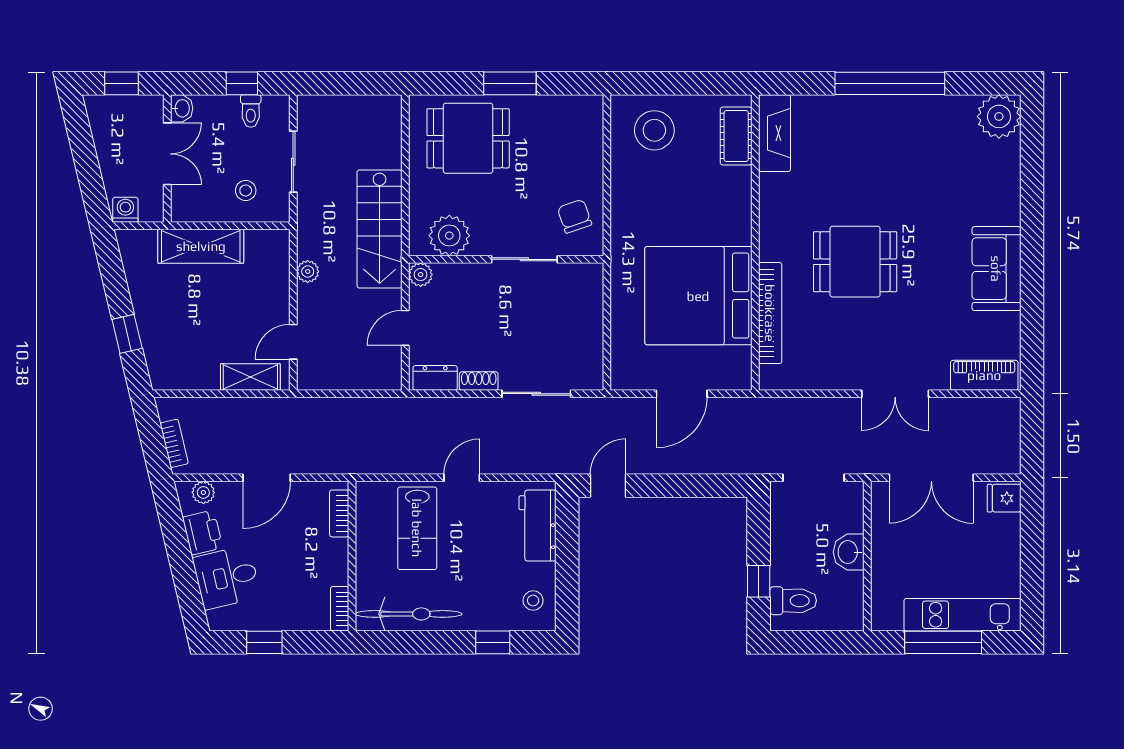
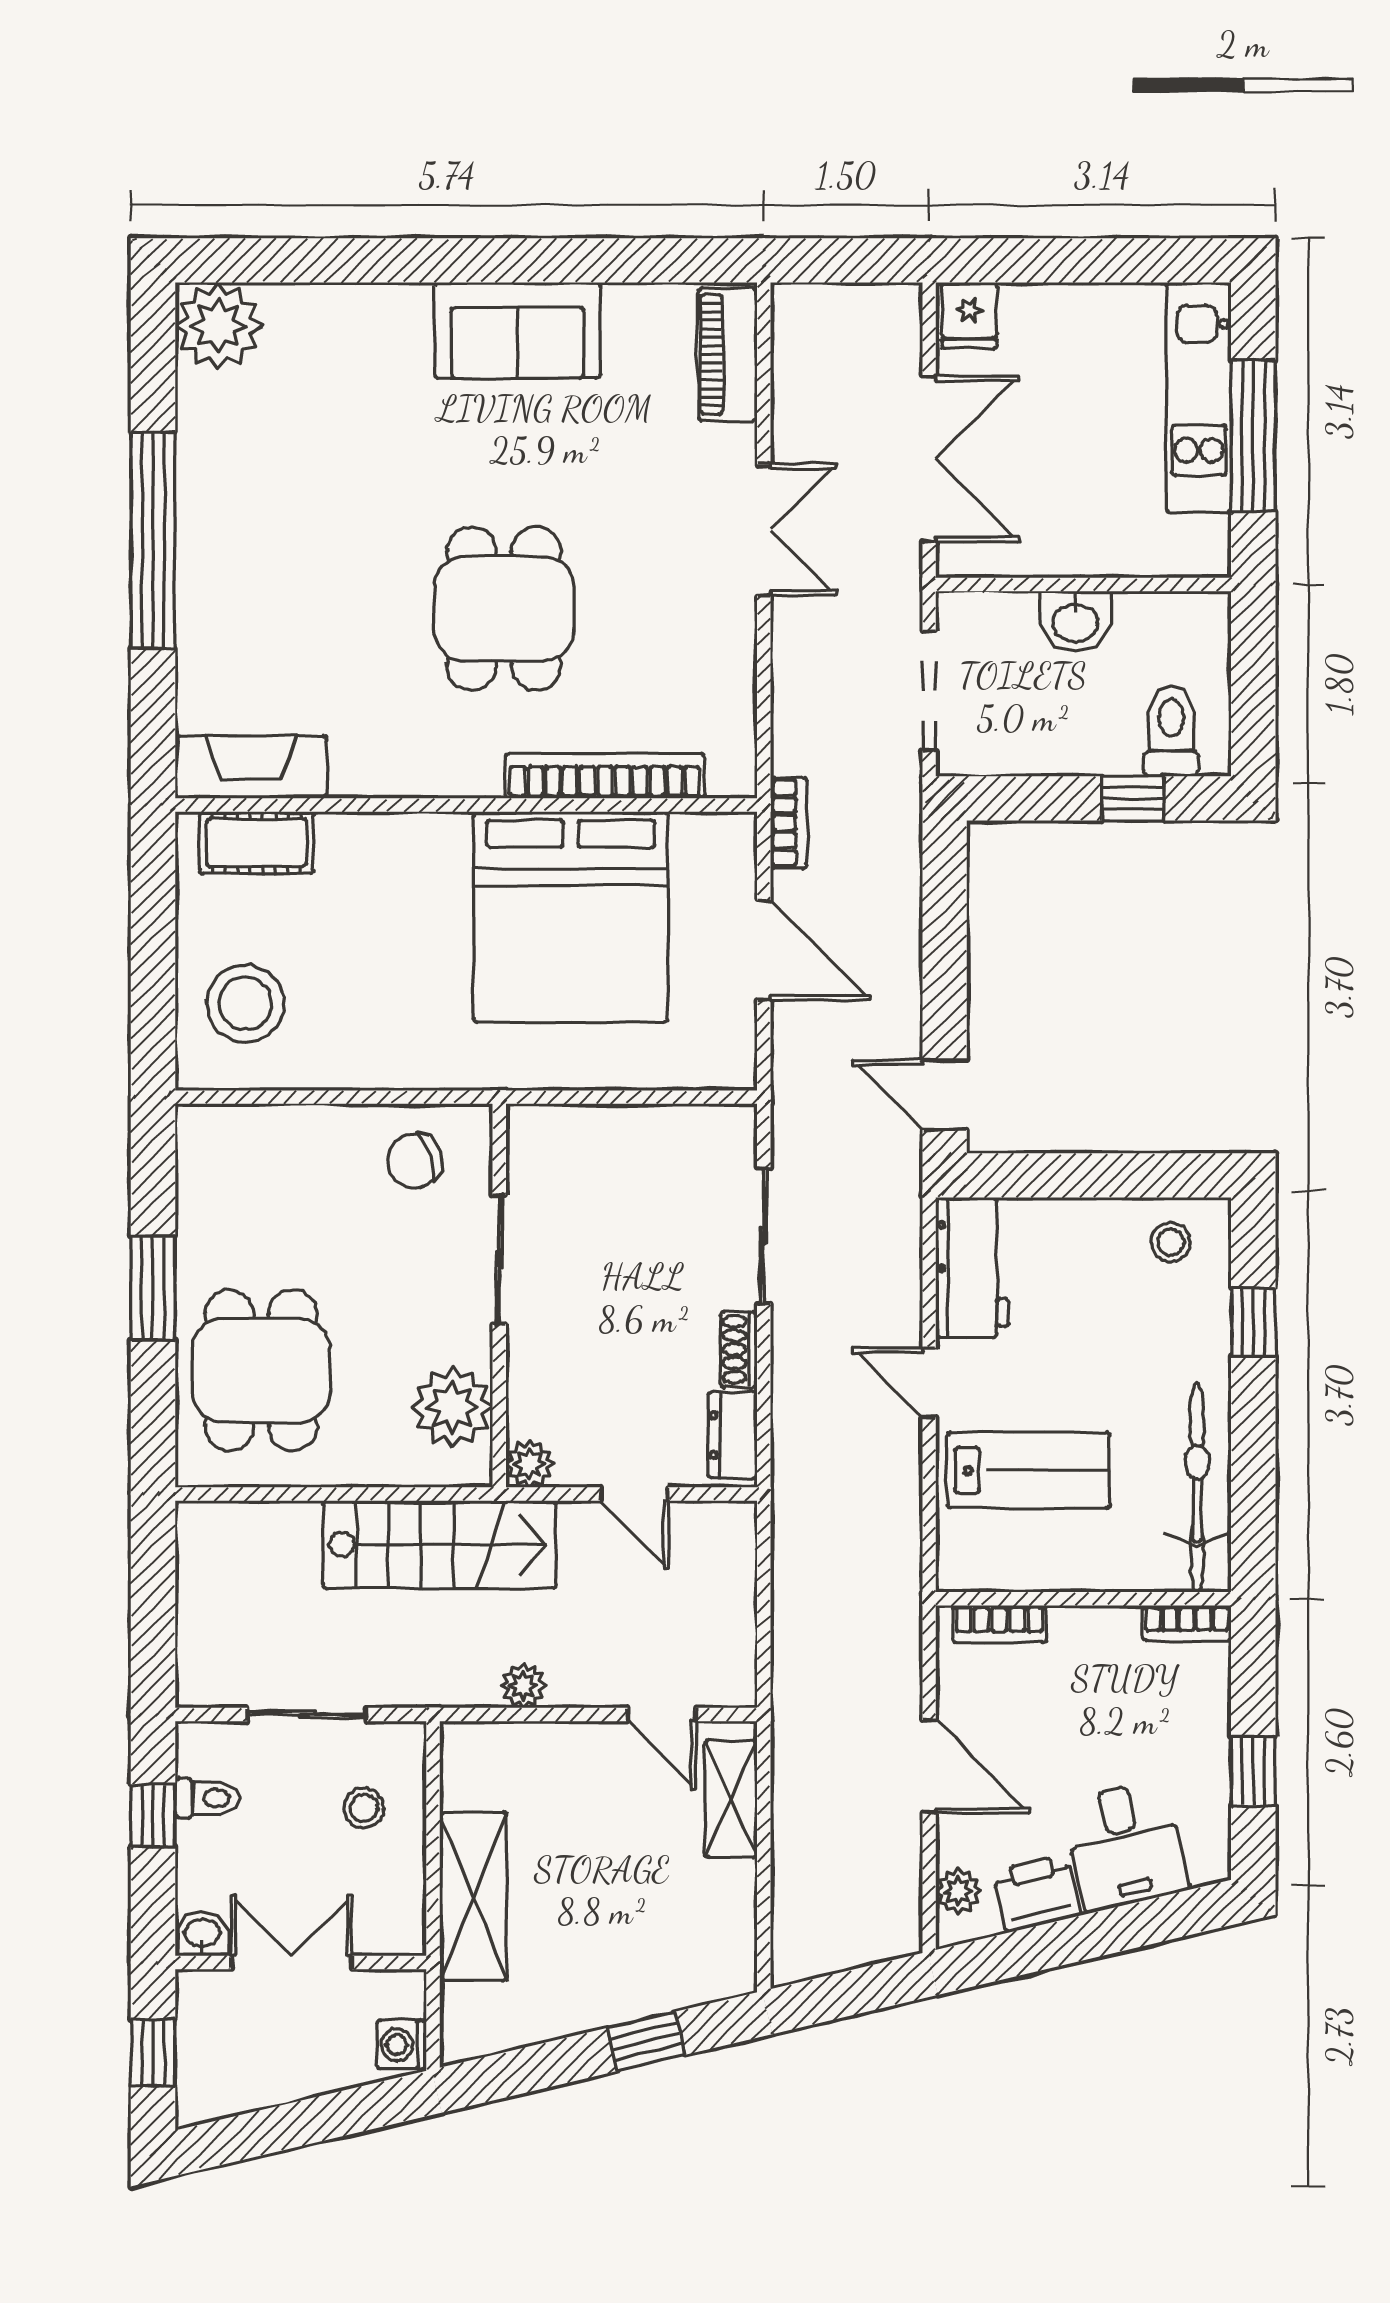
bookcase: (174, 443) -> (789, 823), moved, turned 103
workbench: (538, 526) -> (972, 1268), moved, turned -90

